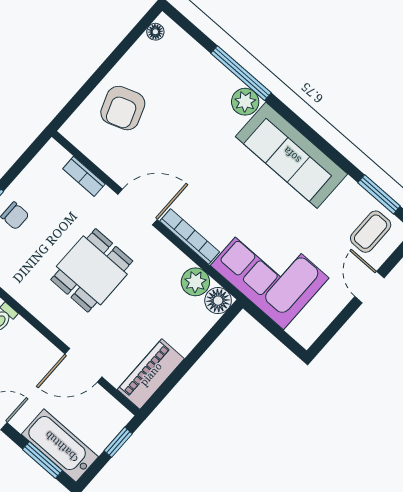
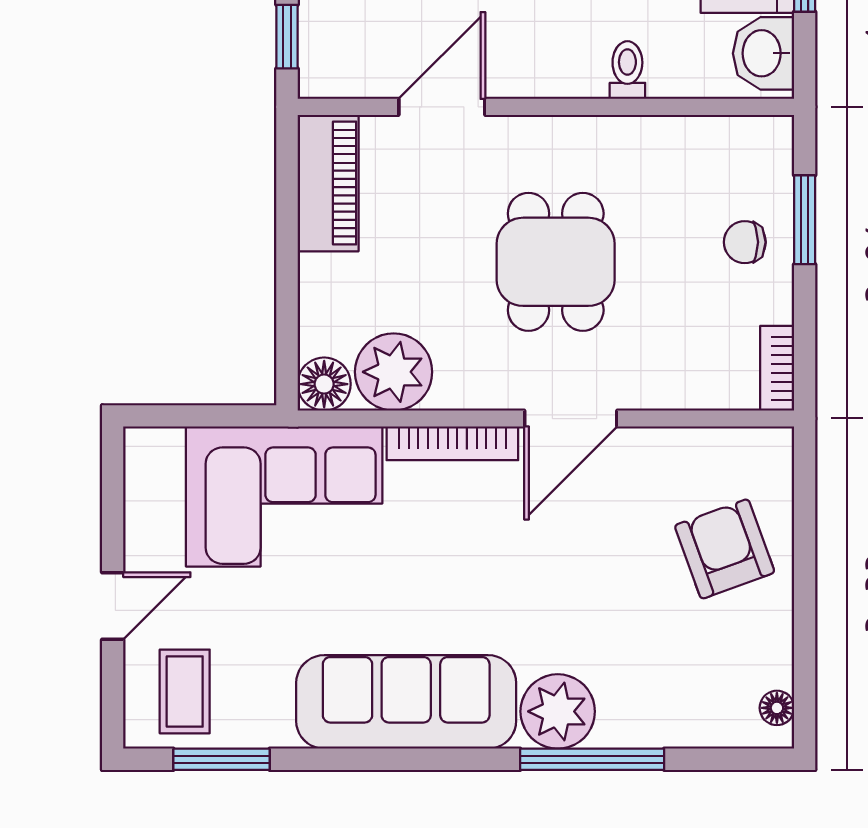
plant: (245, 102) -> (558, 711), width x1.36, depth x1.36
bookcase: (84, 176) -> (777, 368), moved, turned -90
plant: (195, 282) -> (394, 372), width x1.36, depth x1.36
door: (369, 287) -> (113, 606), hinge flipped

